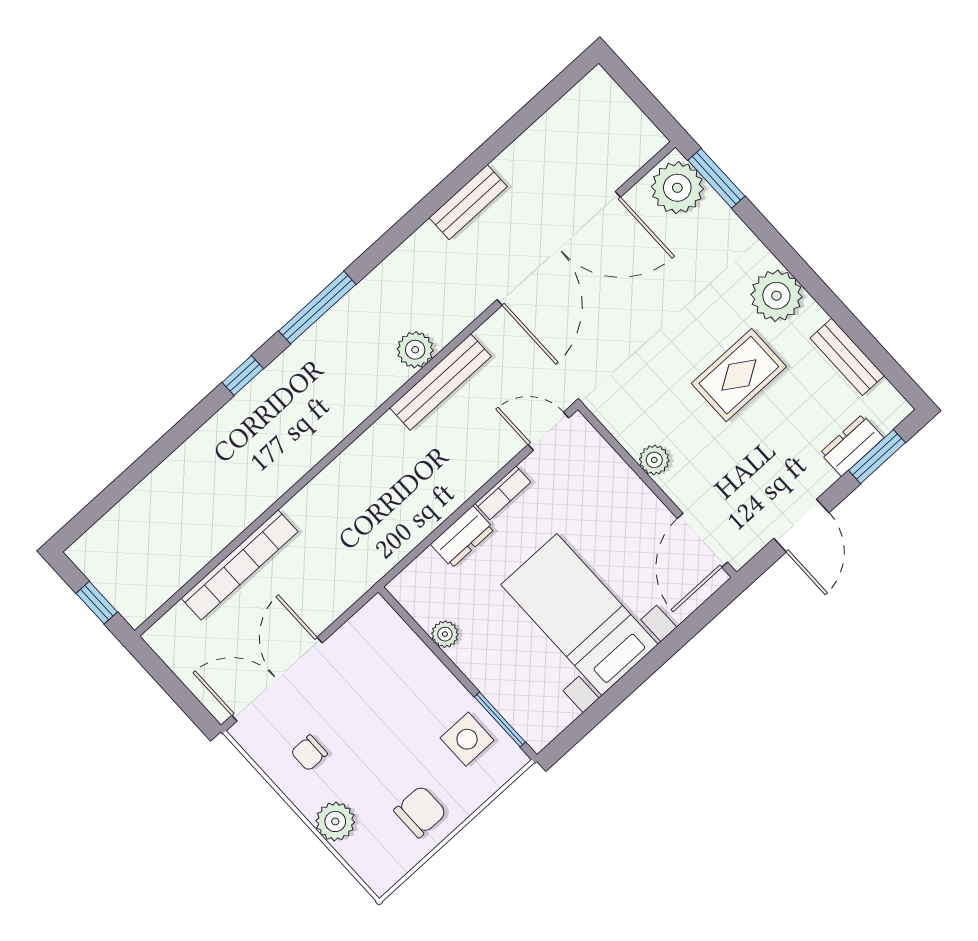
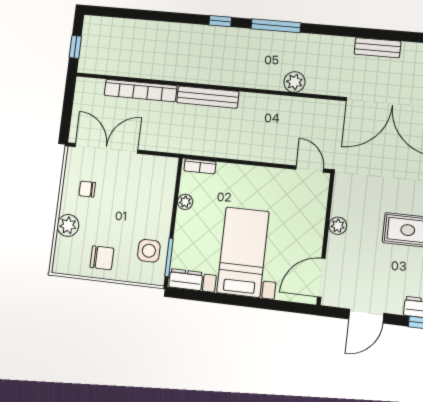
bench: (440, 382) -> (208, 97), moved
bookcase: (503, 493) -> (200, 166), moved
dresser: (462, 537) -> (186, 280), moved, turned 180

